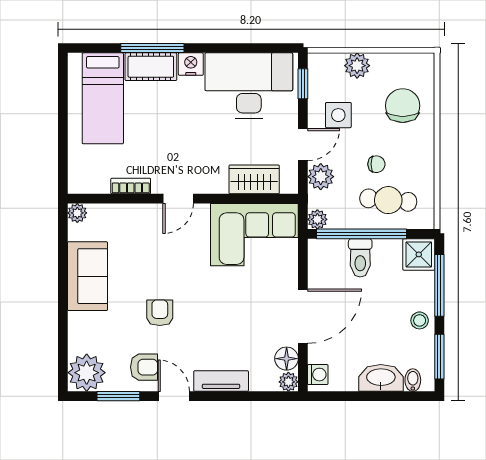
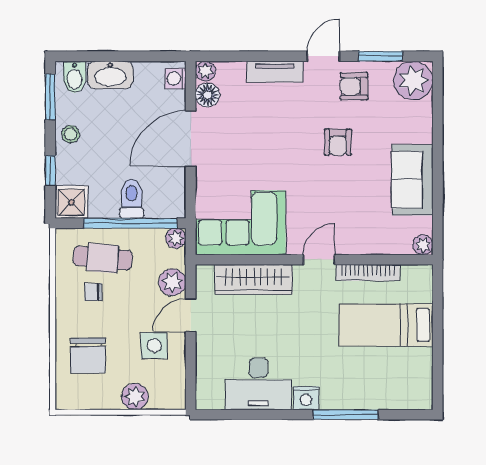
cot: (151, 67) -> (347, 395), removed
window: (303, 84) -> (191, 378), removed
desk: (249, 86) -> (258, 384), width x0.73, depth x0.77
bed: (103, 98) -> (386, 325), moved, turned -90
chair: (376, 164) -> (93, 292), moved
wardrobe: (254, 179) -> (254, 279), width x1.50
bookcase: (131, 186) -> (368, 273), width x1.56
window: (439, 285) -> (50, 170), width x0.46
bidet: (413, 380) -> (74, 77), width x1.38, depth x1.36
door: (174, 396) -> (323, 56), swing flipped

